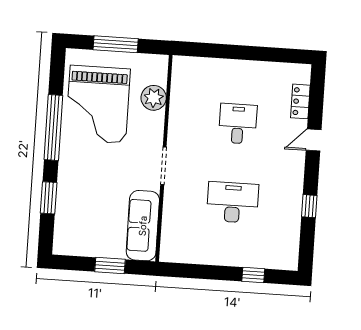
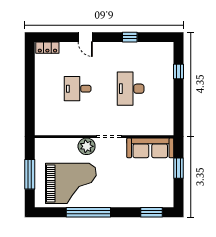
plant: (154, 98) -> (87, 146), moved
locker: (300, 101) -> (47, 48), moved
window: (49, 198) -> (152, 212), moved

